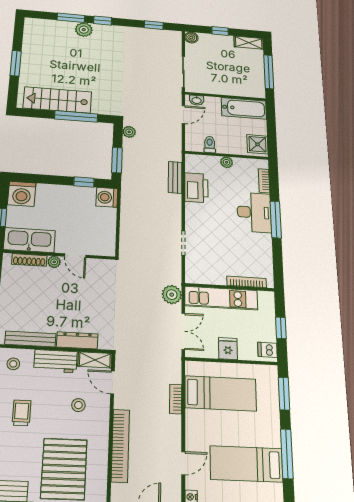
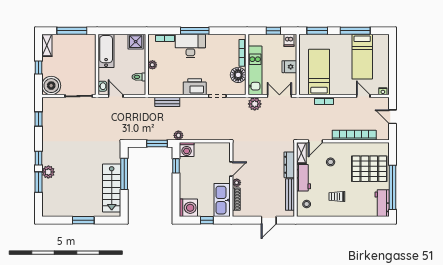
boiler: (191, 38) -> (51, 86), width x1.86, depth x1.86
plant: (129, 132) -> (178, 135), moved
printer: (196, 188) -> (195, 87), moved
floor lamp: (214, 274) -> (238, 75), added

